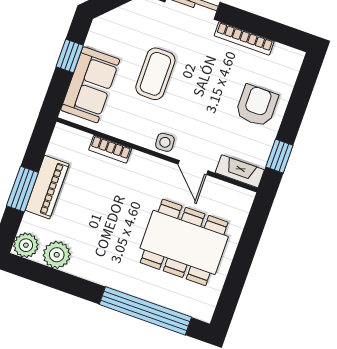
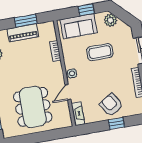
plant: (111, 24) -> (110, 20), added
armchair: (257, 106) -> (111, 105), turned -122
window: (279, 156) -> (116, 123), moved
window: (22, 189) -> (26, 21), moved

